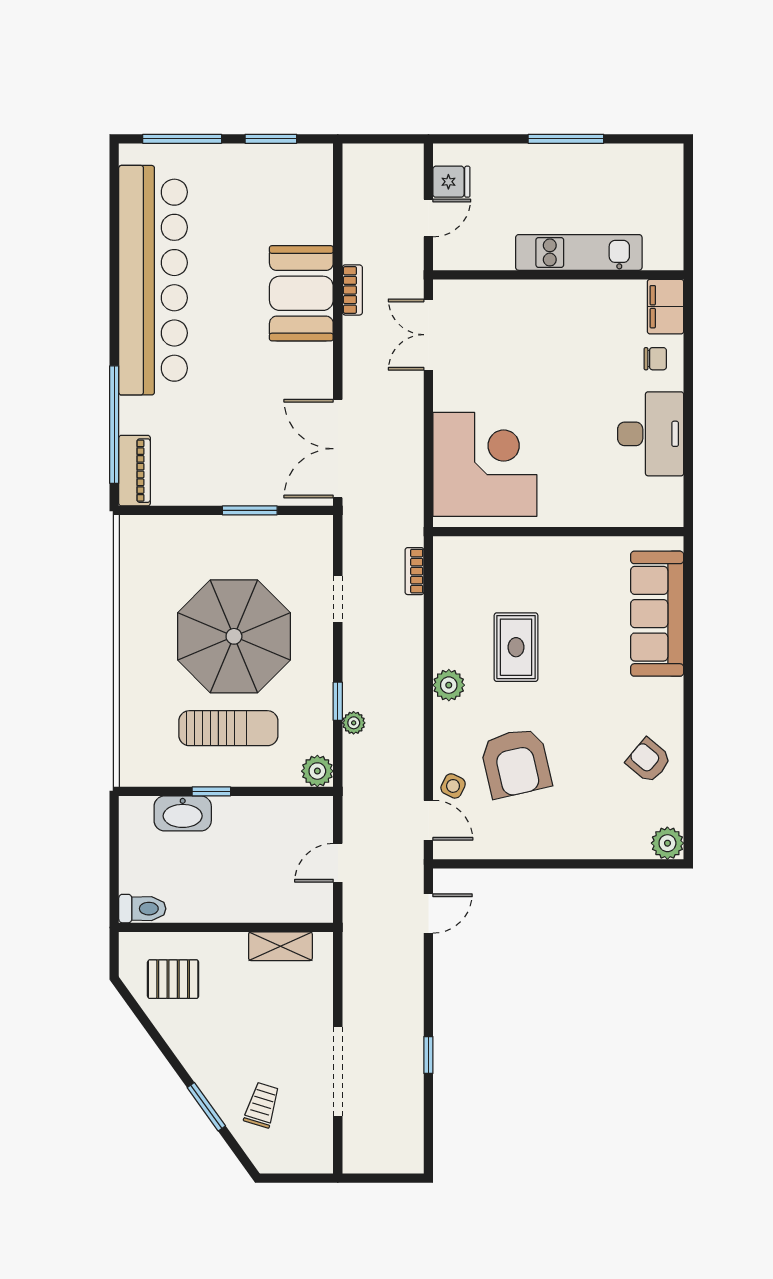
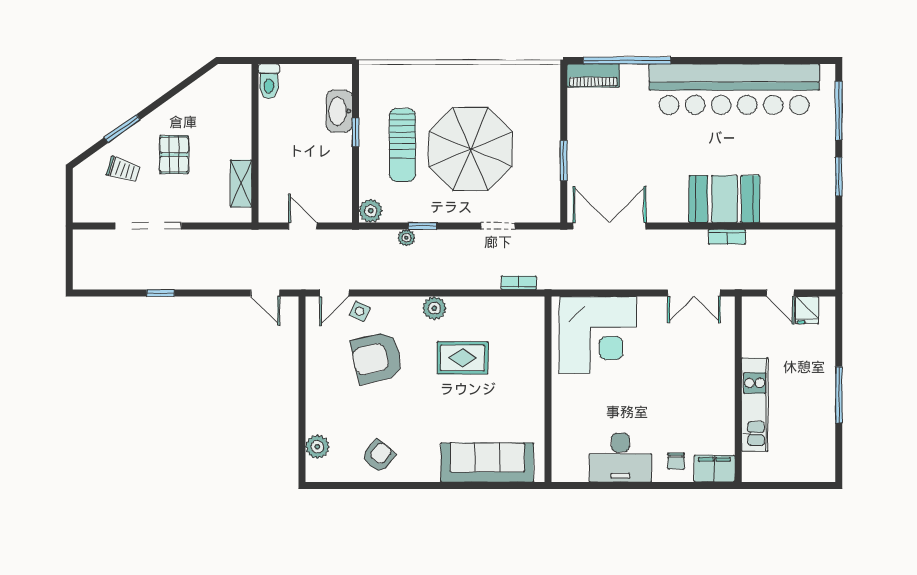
double door: (428, 335) -> (694, 293), swing flipped
plant: (667, 843) -> (317, 447), moved
pallet: (173, 979) -> (174, 155), moved

